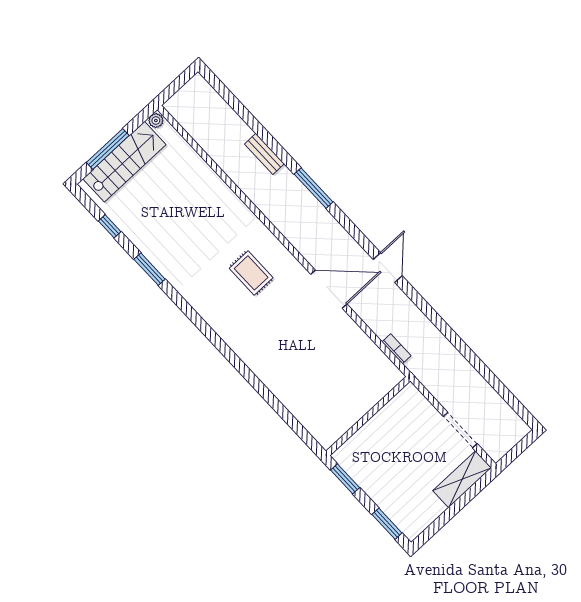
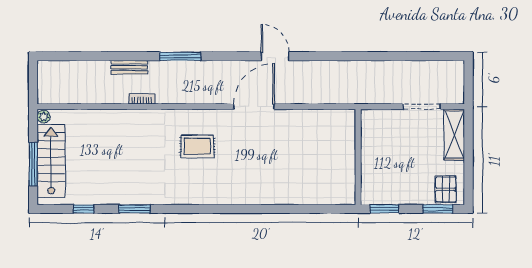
bookcase: (396, 349) -> (142, 99), moved
pallet: (409, 515) -> (446, 189), added

